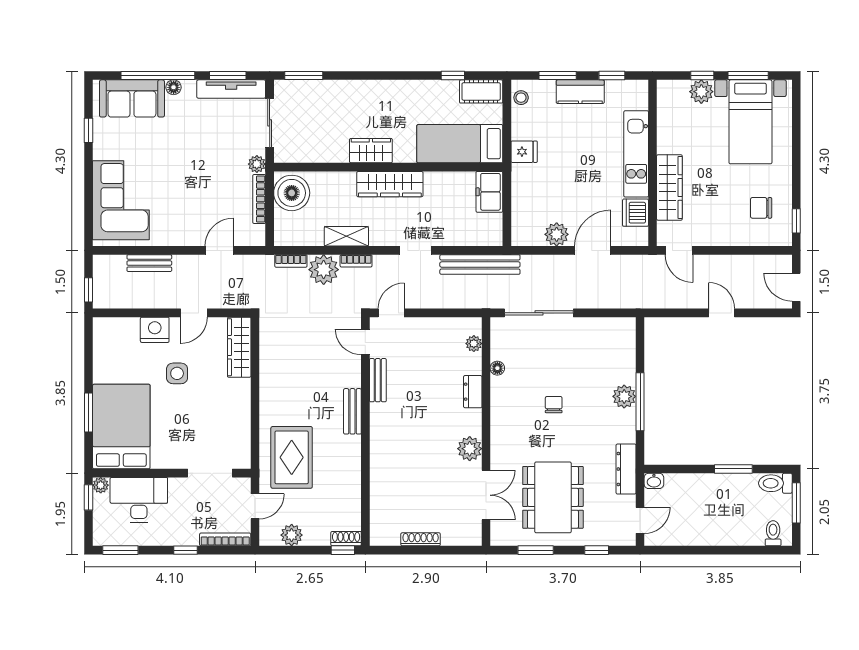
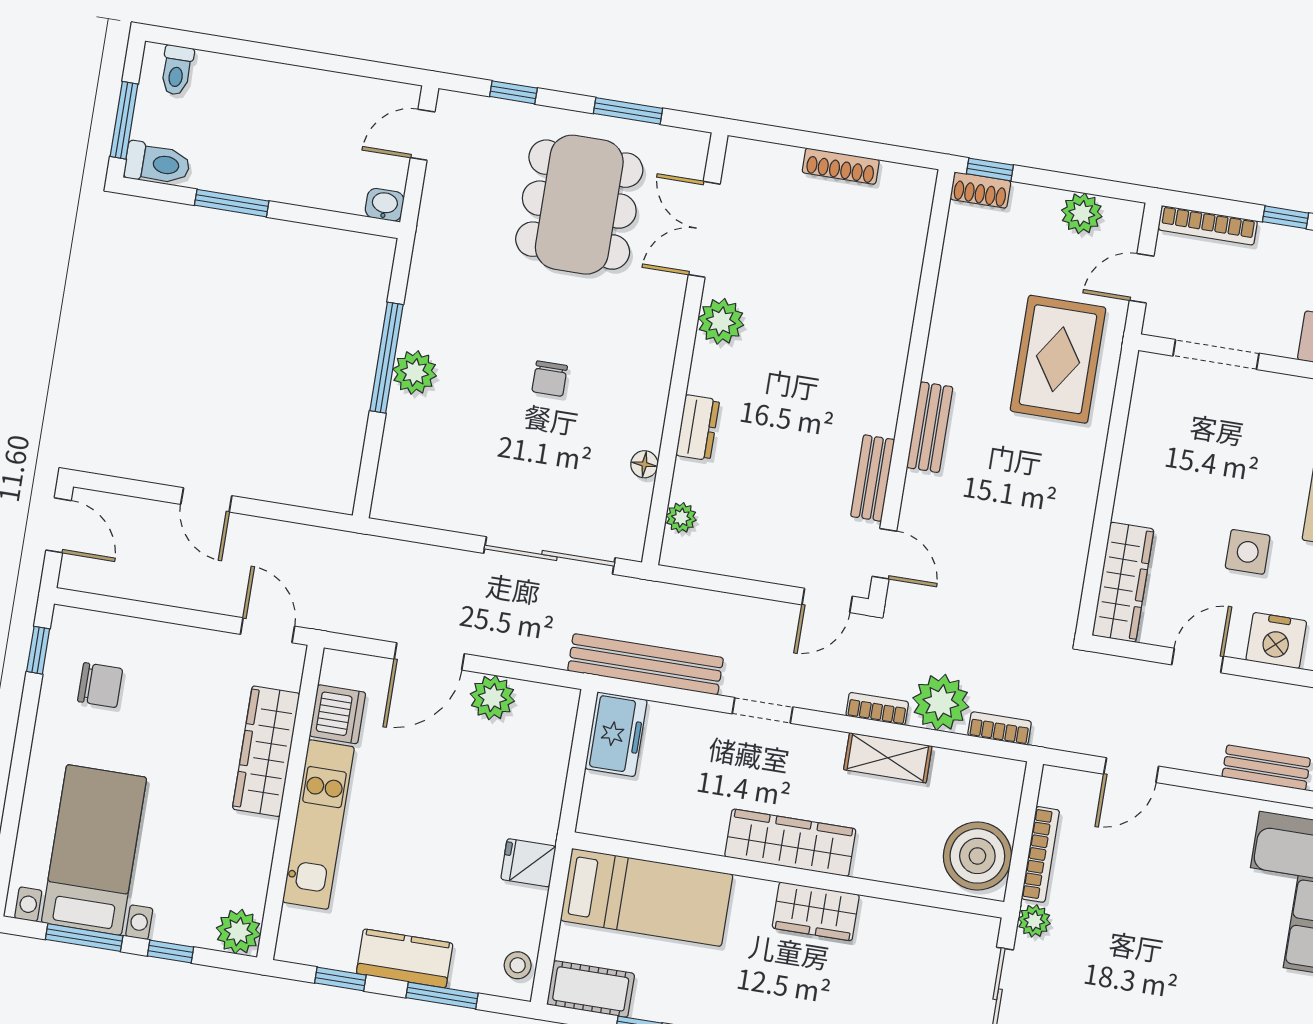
plant: (701, 92) -> (239, 932), moved
freezer: (489, 192) -> (616, 734), moved
dresser: (626, 469) -> (433, 236), removed

